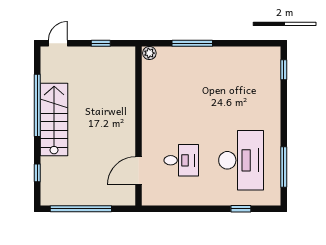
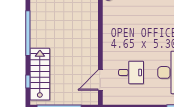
stairs: (54, 120) -> (40, 74), moved

